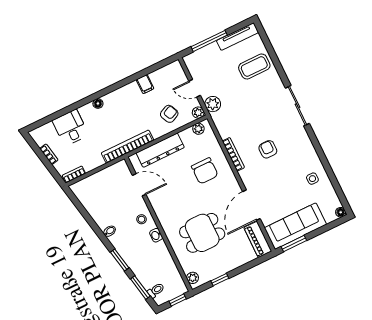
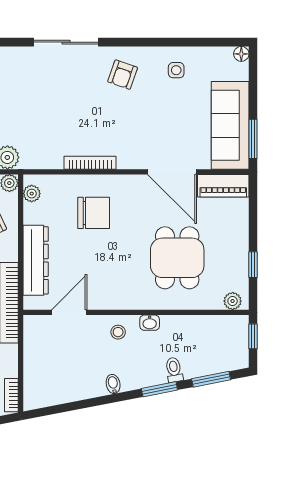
armchair: (268, 149) -> (123, 75), moved, turned -71
toilet: (156, 290) -> (174, 370), moved

